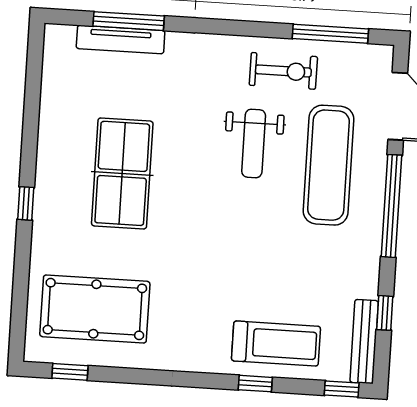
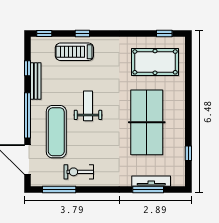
weight bench: (254, 143) -> (88, 106), moved
table tennis table: (122, 173) -> (147, 122), width x1.36, depth x1.32
window: (26, 203) -> (188, 153), moved
bench: (364, 342) -> (36, 81), moved

